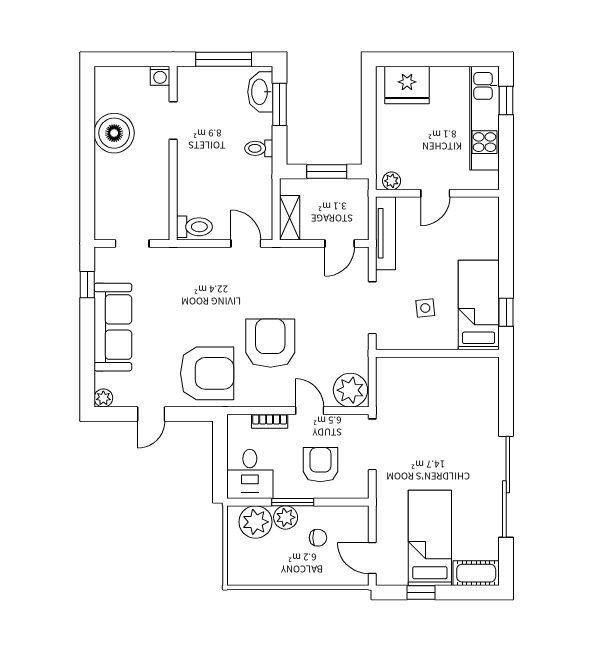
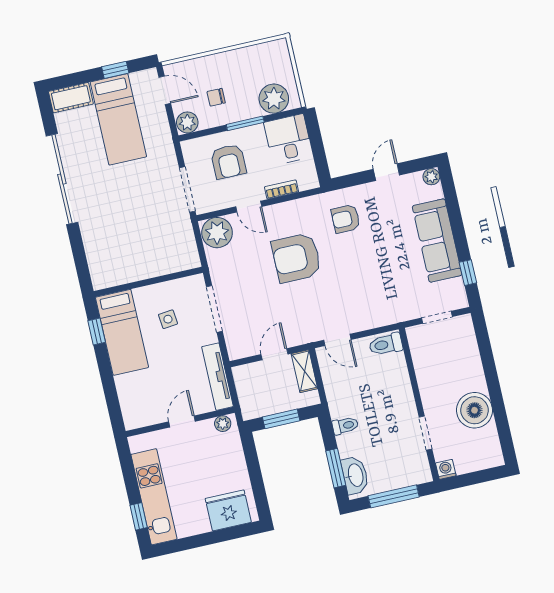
door: (340, 244) -> (275, 354), moved
armchair: (270, 343) -> (296, 258), turned 90
armchair: (207, 373) -> (346, 219), width x0.53, depth x0.53
plant: (286, 517) -> (187, 122), moved

